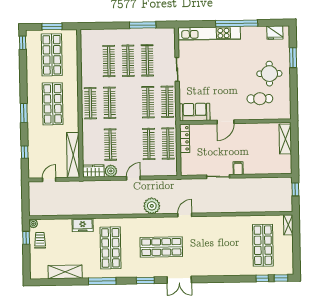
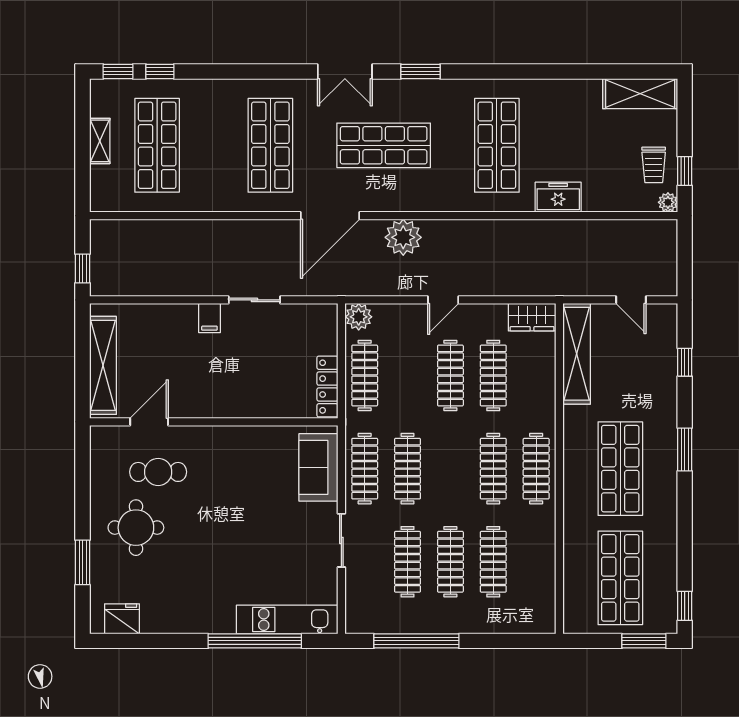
window: (237, 23) -> (255, 641), moved
window: (143, 25) -> (416, 641), width x1.46
window: (52, 27) -> (644, 641), moved
kitchen unit: (209, 33) -> (287, 620), width x0.73
sofa: (195, 112) -> (318, 467), moved, turned 90
door: (225, 122) -> (149, 422), moved
shelving: (285, 139) -> (103, 365), width x1.47
clothes rail: (149, 144) -> (450, 376), moved
plant: (111, 171) -> (359, 317), moved
door: (49, 180) -> (631, 300), hinge flipped
door: (185, 215) -> (330, 216), width x1.88
shelving: (288, 225) -> (100, 141), moved
shop shelf: (212, 246) -> (270, 145), added
shelving: (65, 272) -> (640, 94), moved
double door: (179, 280) -> (345, 71), swing flipped
window: (102, 281) -> (517, 71), removed

